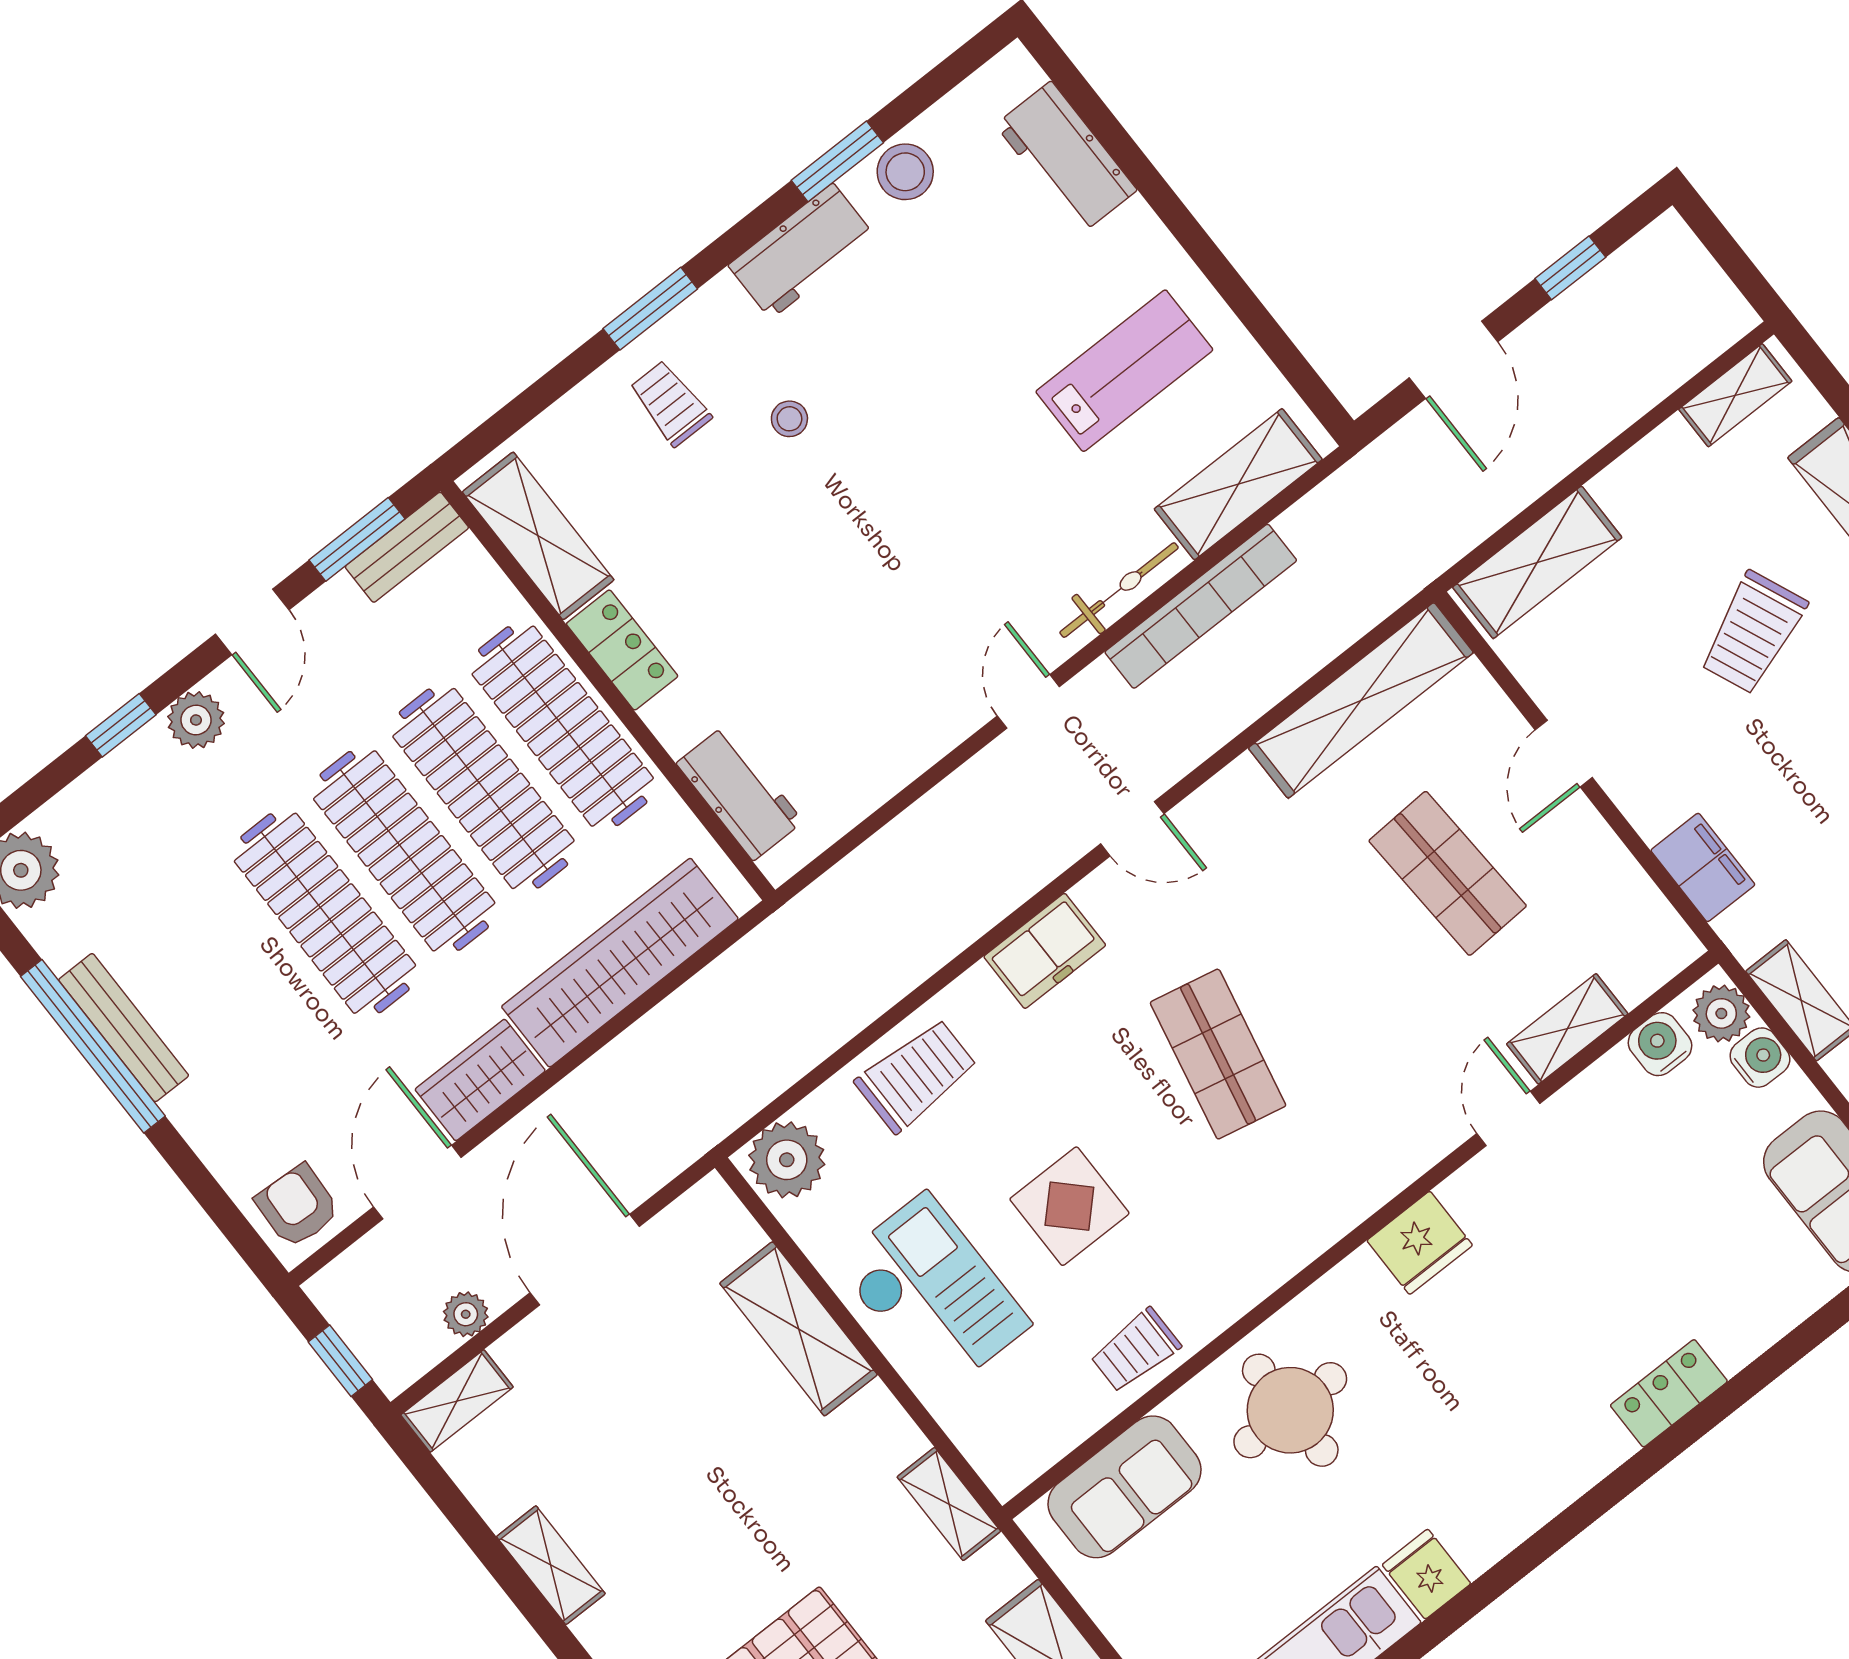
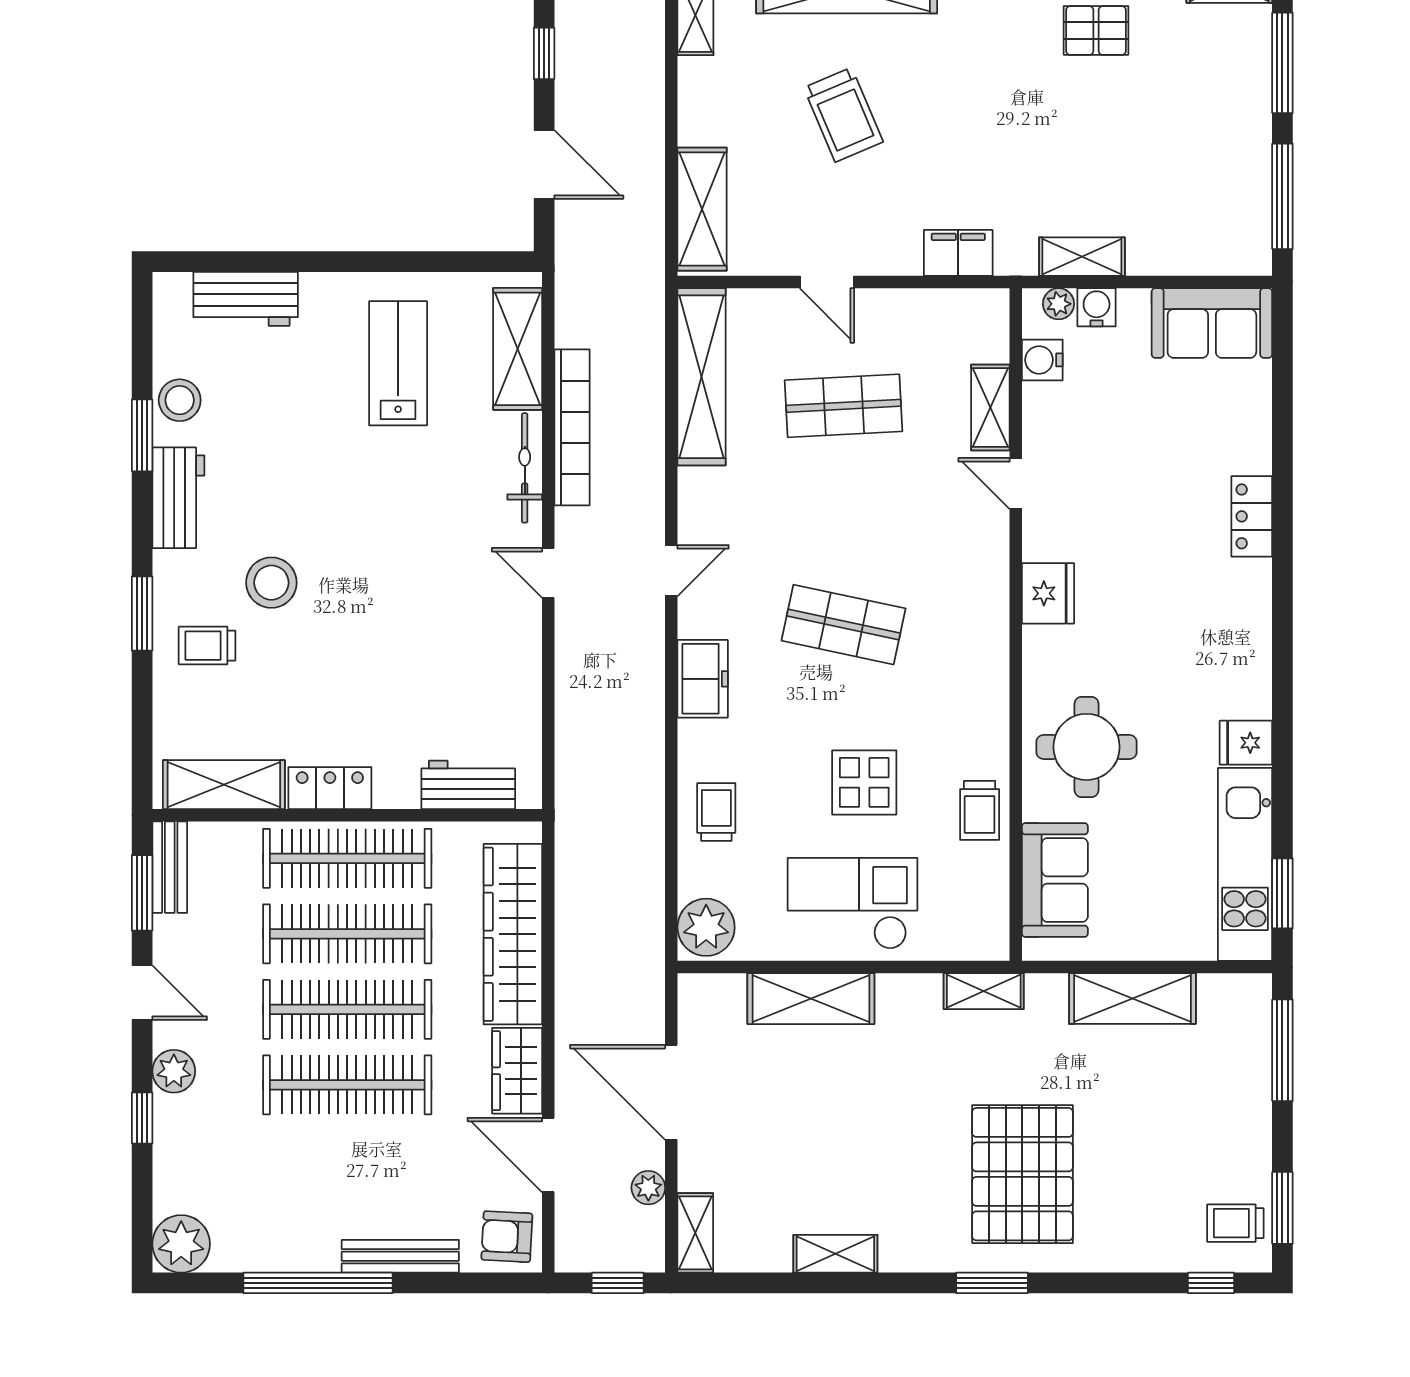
stool: (789, 419) -> (271, 583), width x1.89, depth x1.89
plant: (1721, 1013) -> (1059, 304), width x0.73, depth x0.73
bench: (124, 1028) -> (400, 1256), moved
trolley: (916, 1075) -> (716, 812), width x0.73, depth x0.72

